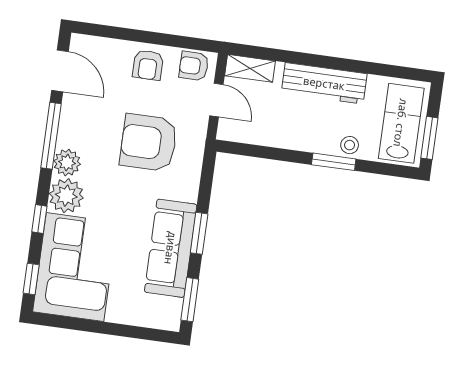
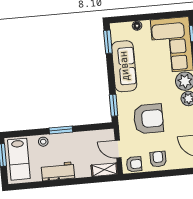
workbench: (324, 83) -> (58, 171), width x0.73
window: (334, 162) -> (61, 130), moved
window: (199, 233) -> (114, 105), moved
floor lamp: (130, 317) -> (137, 26), added

